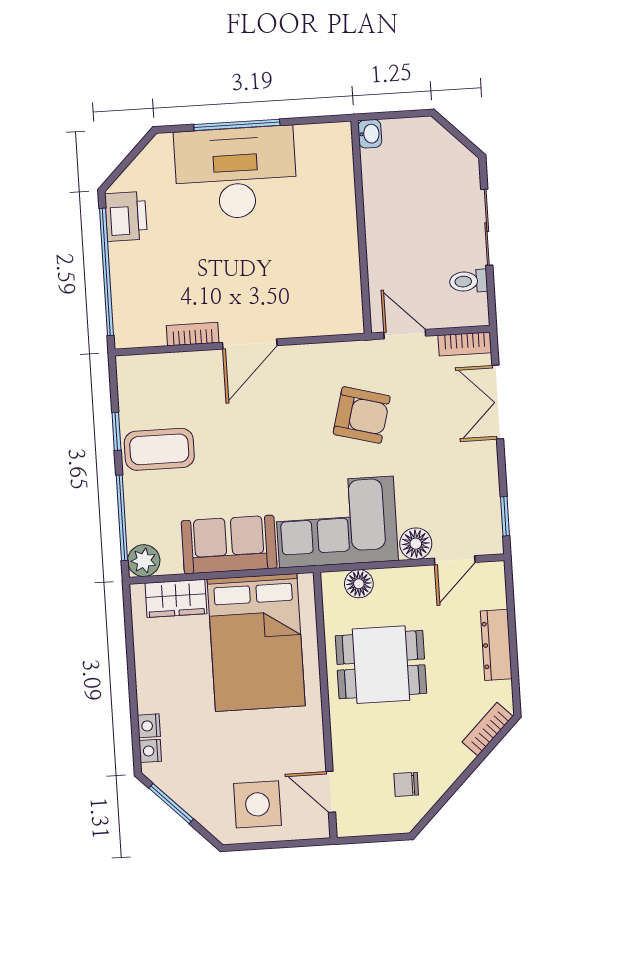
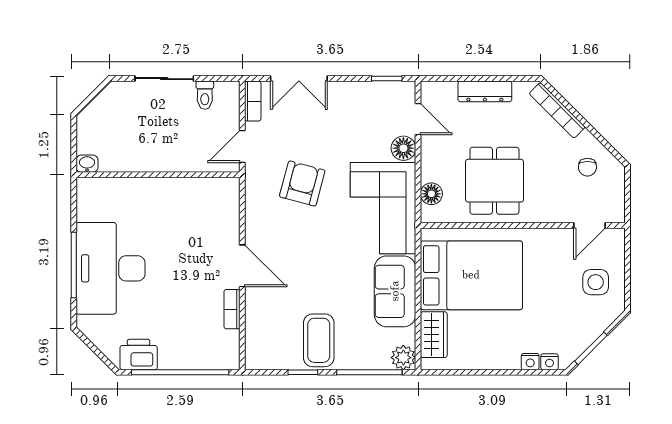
bookcase: (488, 729) -> (557, 110), width x1.56
side table: (257, 804) -> (596, 282), width x0.73, depth x0.73

